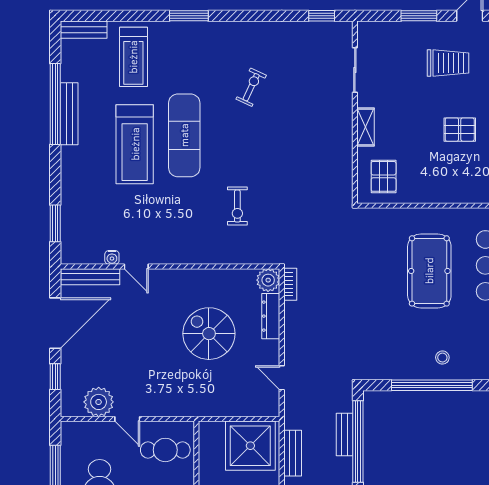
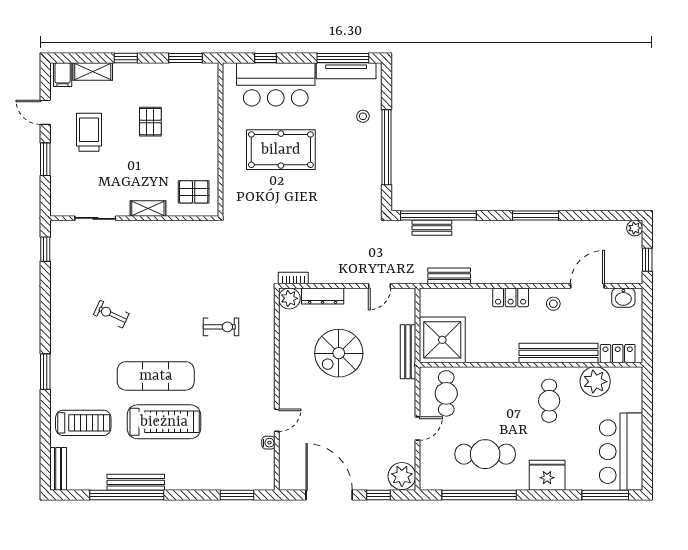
bench: (90, 277) -> (408, 352), moved
stool: (442, 358) -> (363, 116), moved
plant: (99, 402) -> (402, 476), moved
shower: (250, 446) -> (442, 340), moved

